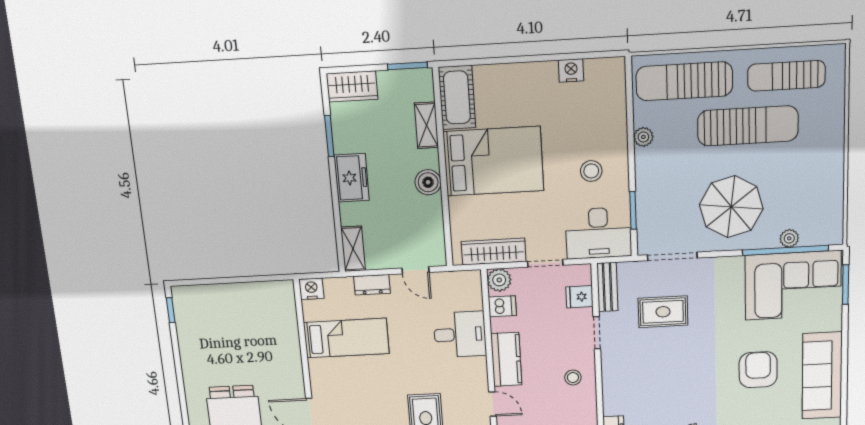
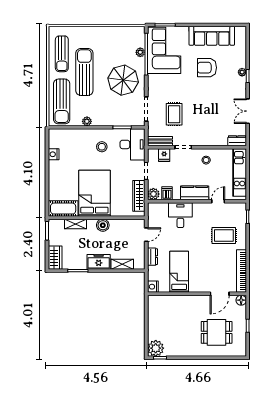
shelving: (353, 249) -> (122, 264), moved
plant: (189, 301) -> (156, 348), added

